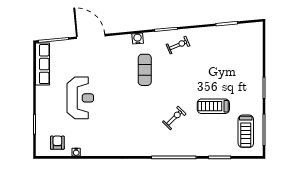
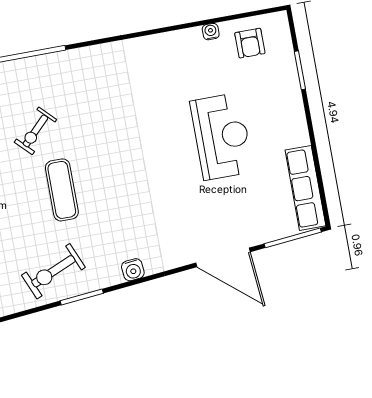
exercise bike: (178, 45) -> (53, 271), width x1.38, depth x1.39
exercise mat: (145, 70) -> (62, 190), moved
reception desk: (80, 98) -> (222, 136), turned 180

